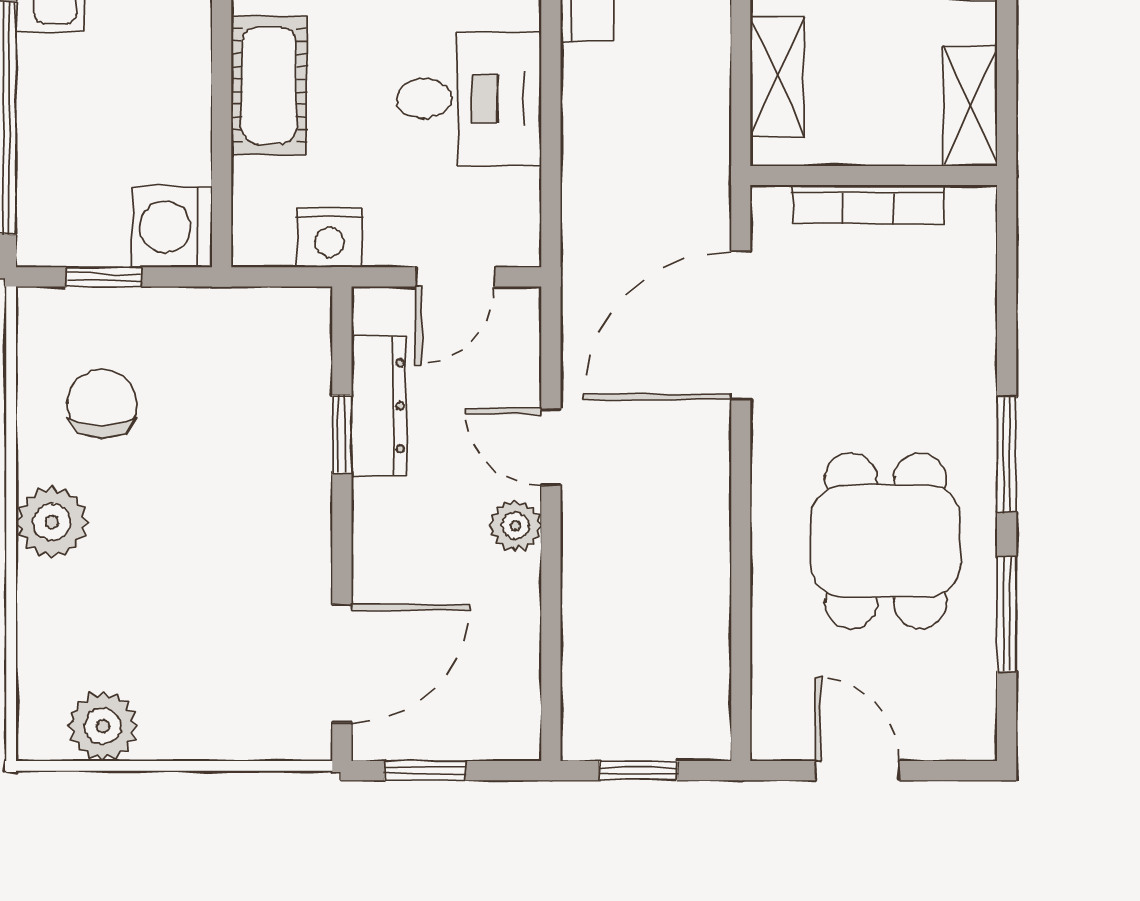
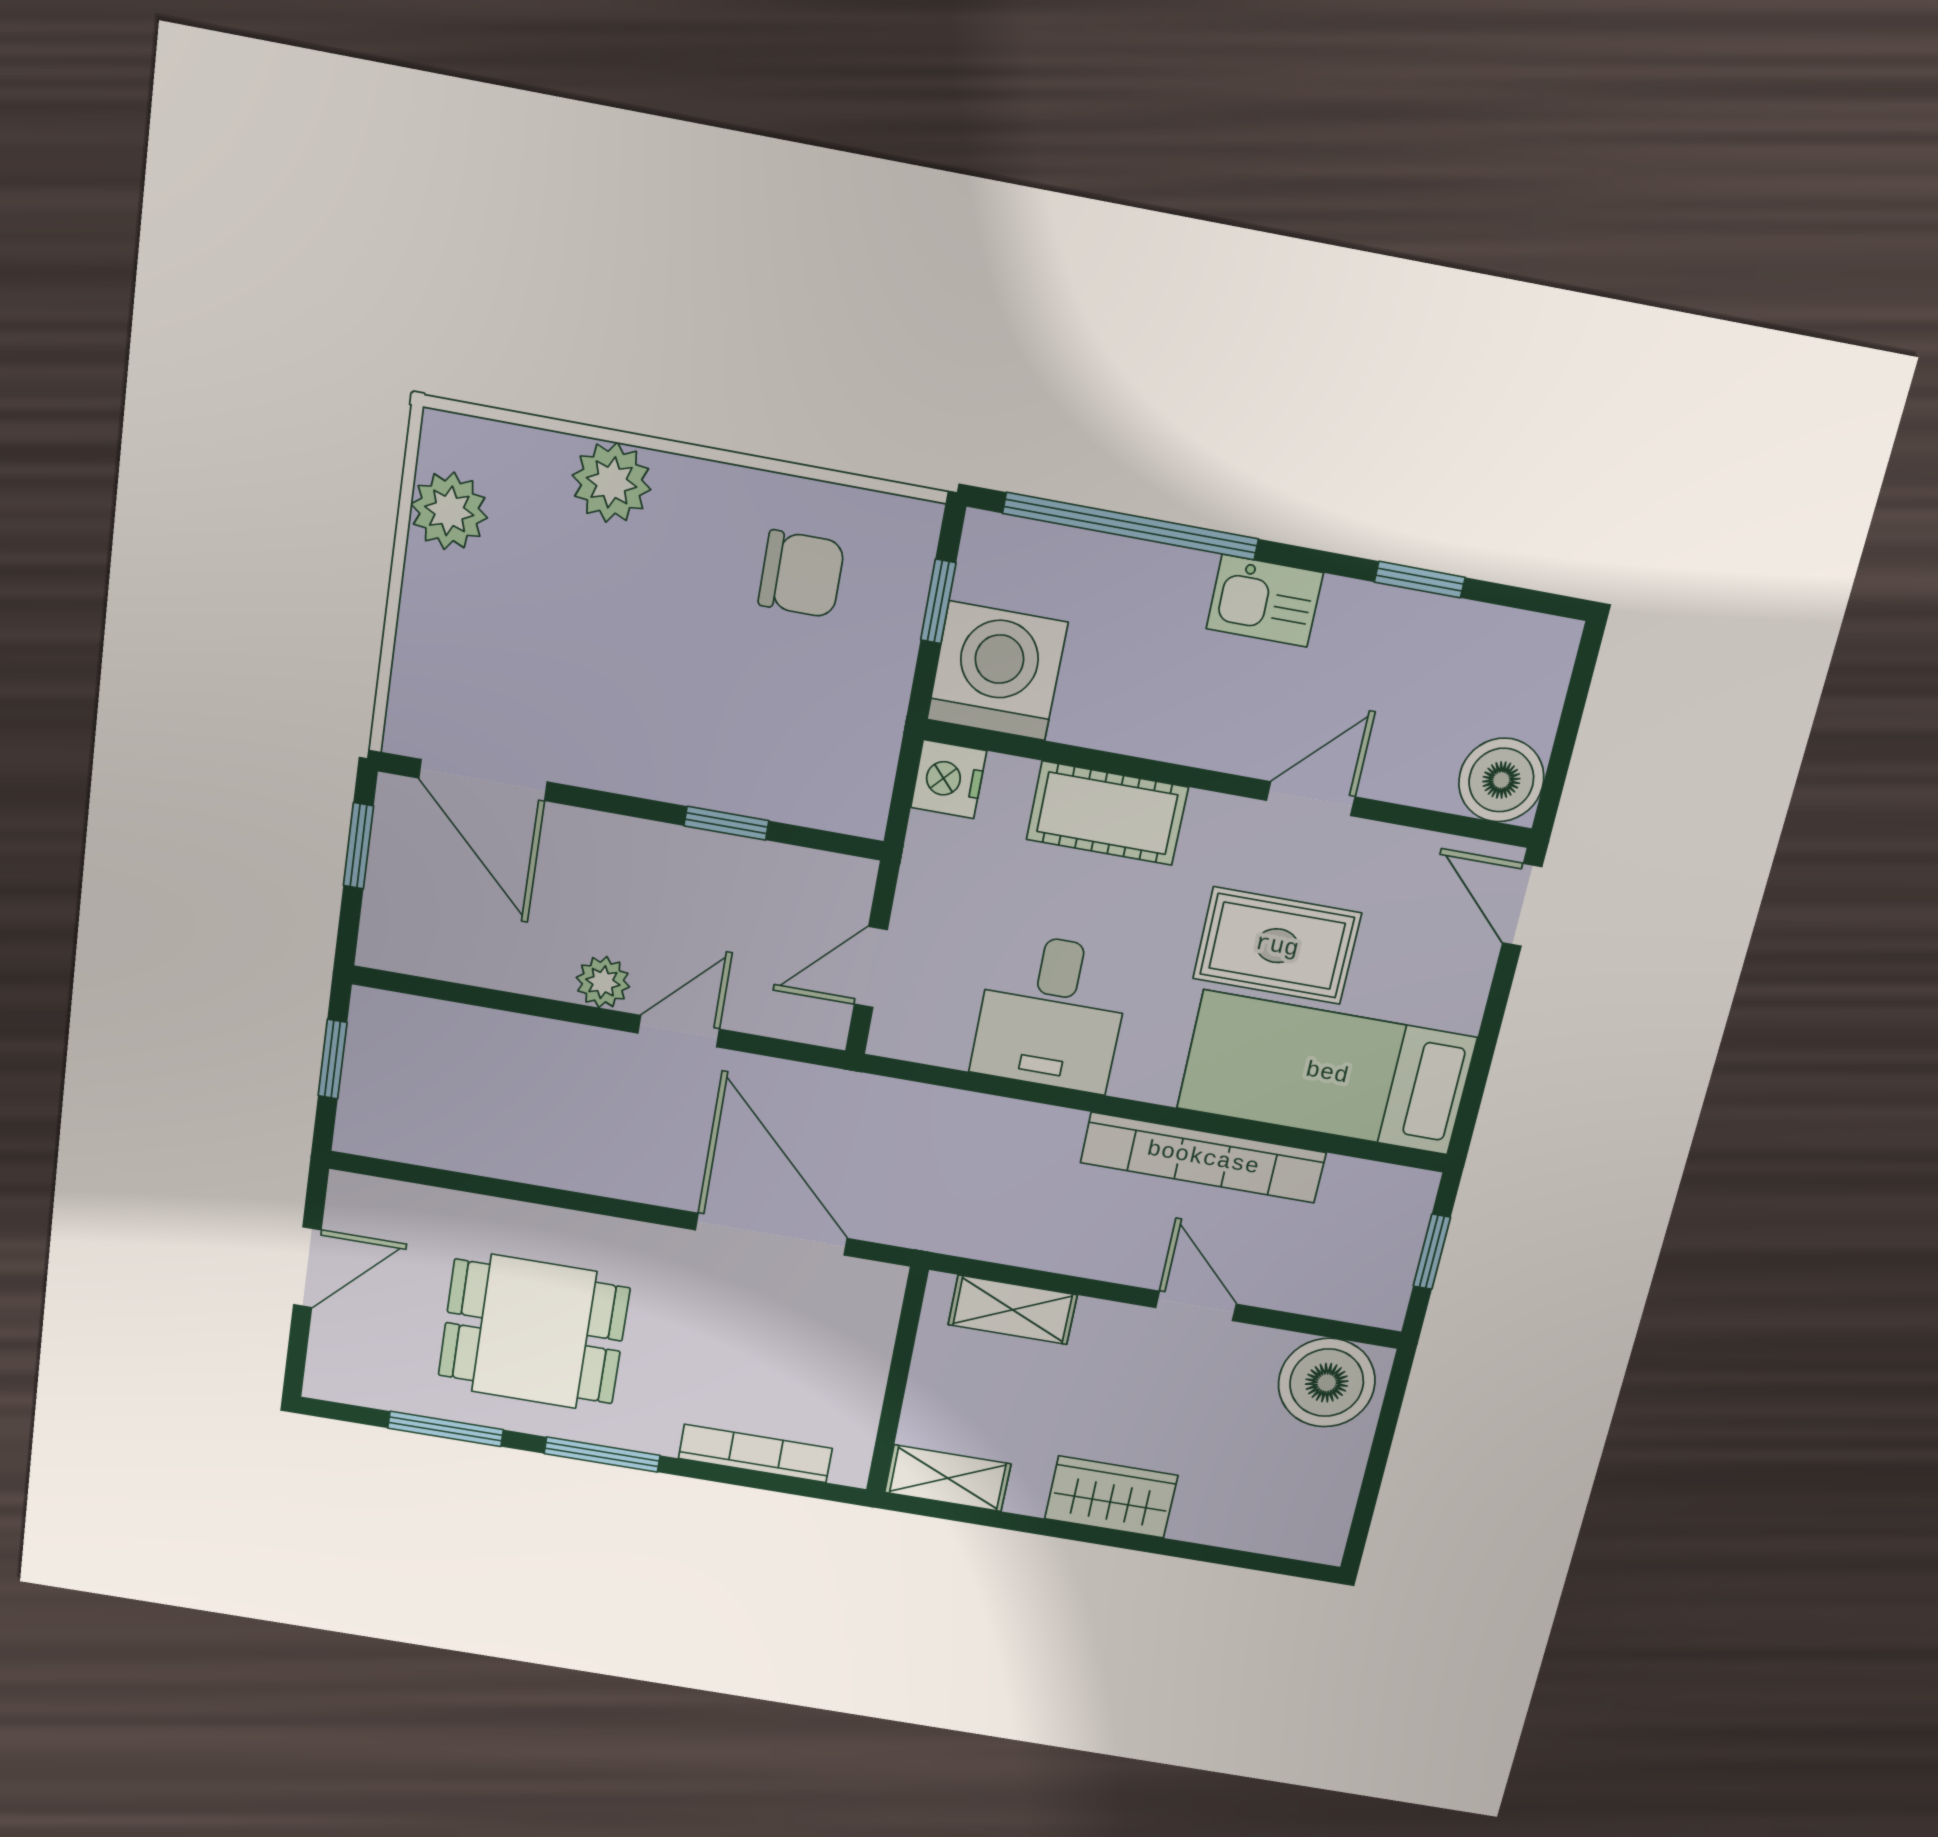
bookcase: (868, 204) -> (755, 1453), moved, turned 90
washing machine: (172, 227) -> (997, 671), width x1.37, depth x1.37
nightstand: (329, 237) -> (949, 779), moved
door: (455, 277) -> (871, 967), hinge flipped
dresser: (379, 406) -> (750, 866), removed
plant: (52, 522) -> (612, 482), moved

